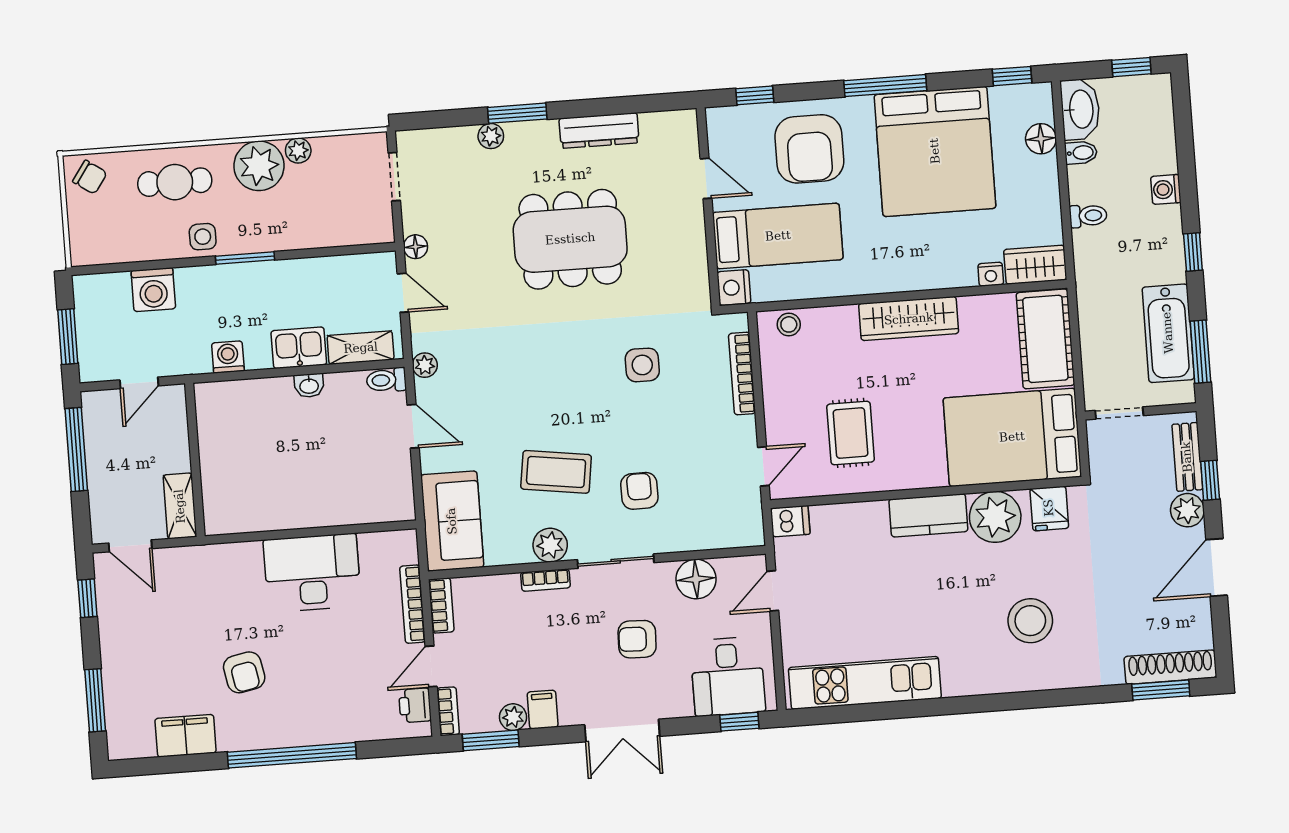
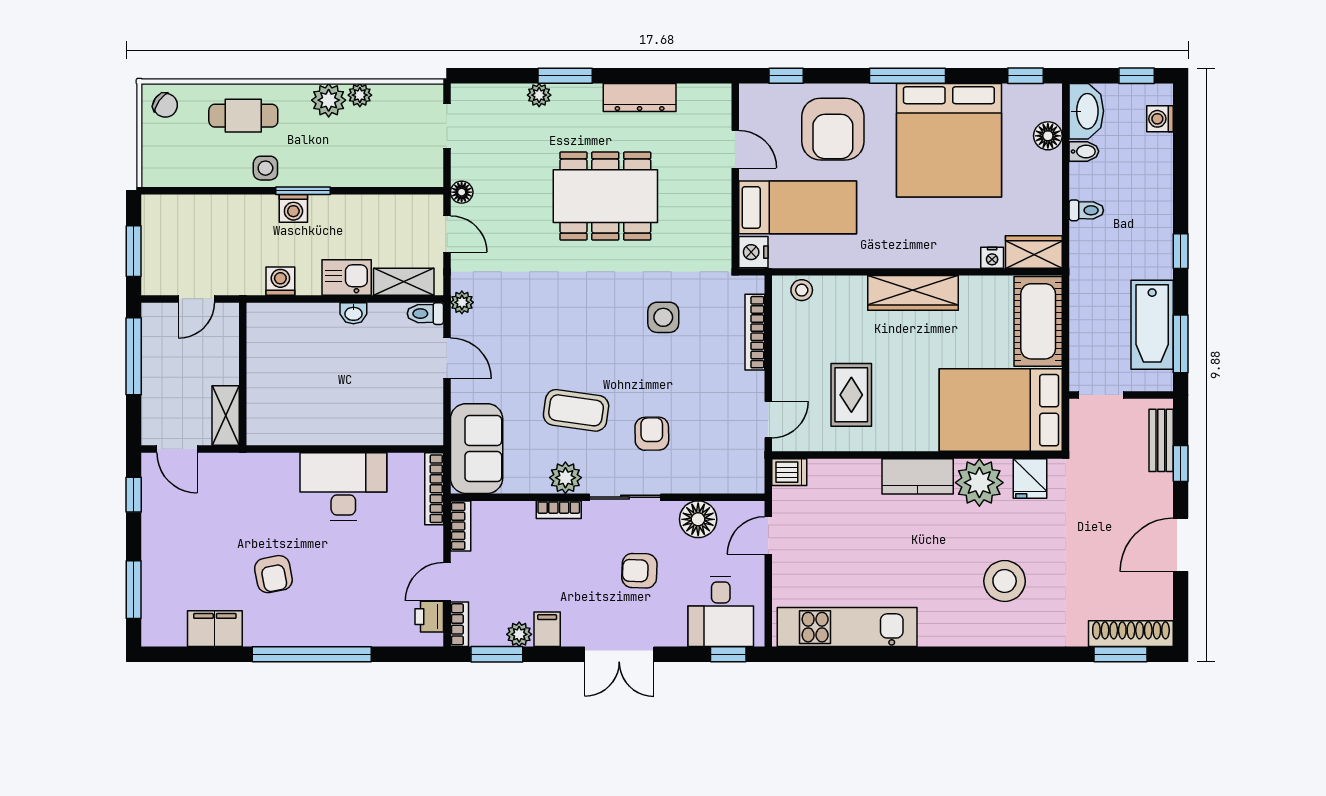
plant: (259, 166) -> (329, 100), width x0.73, depth x0.73
washing machine: (1166, 189) -> (1160, 119), moved
washing machine: (153, 290) -> (293, 208), moved, width x0.73, depth x0.73
plant: (1187, 510) -> (1158, 490), removed
bookcase: (413, 604) -> (434, 489), moved

